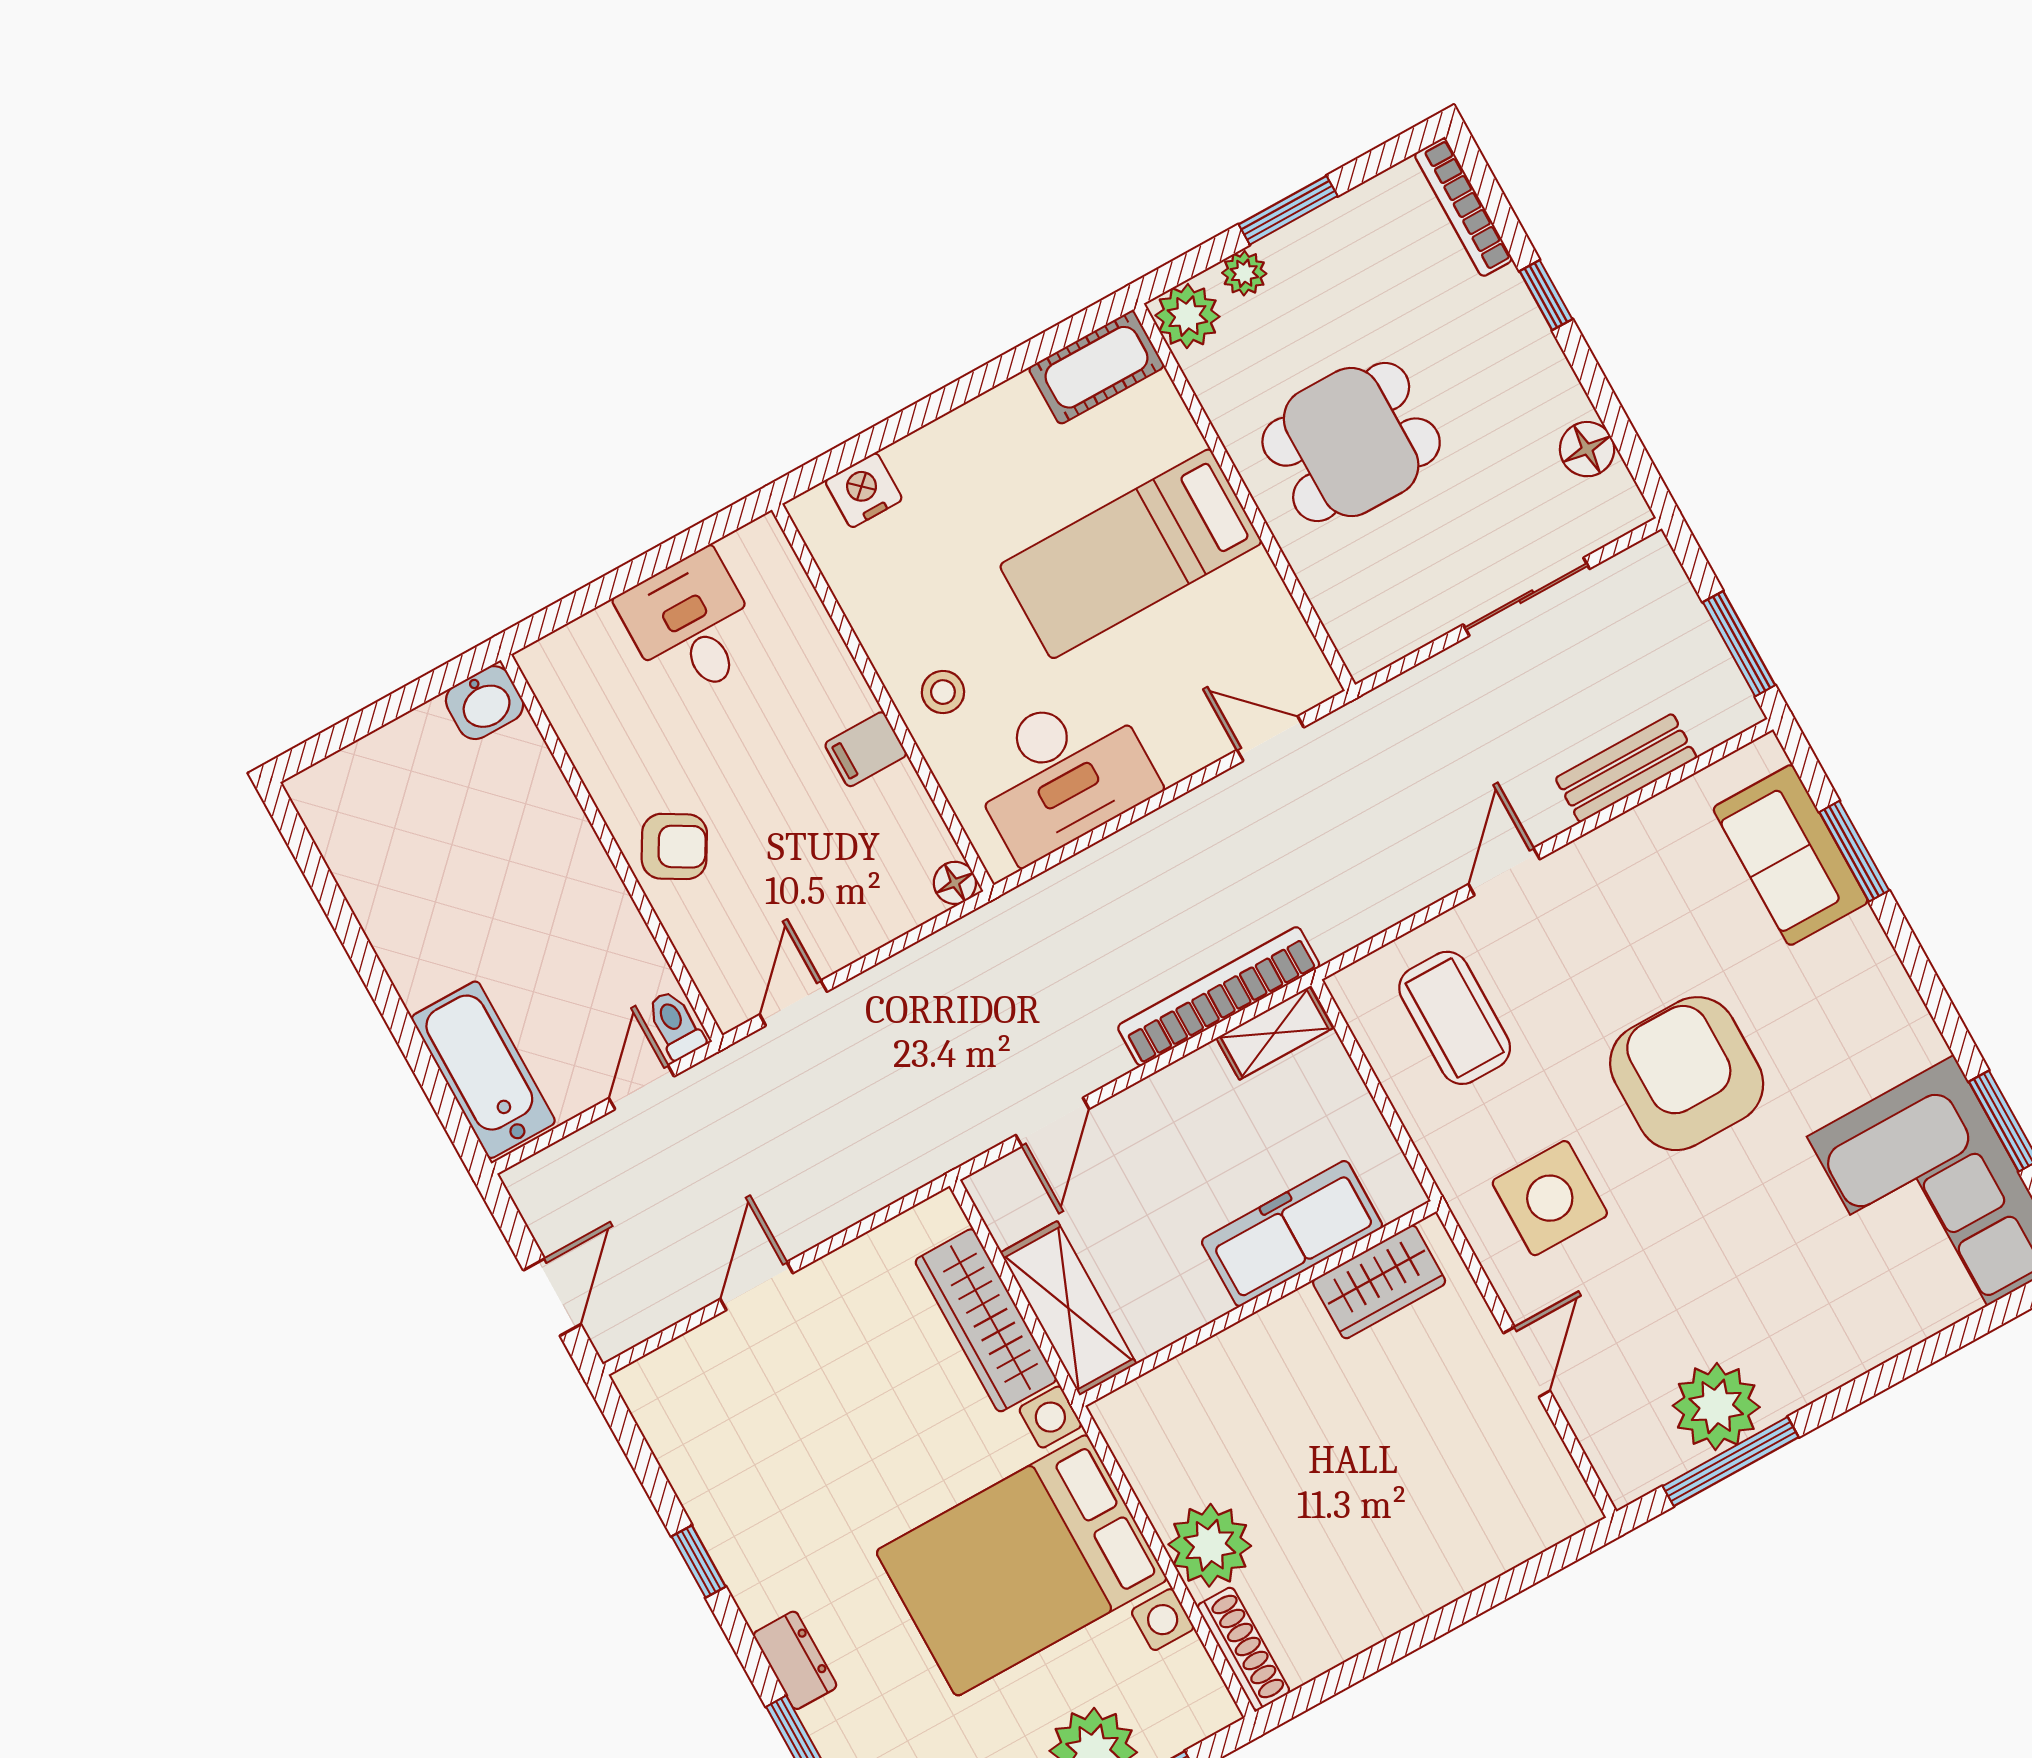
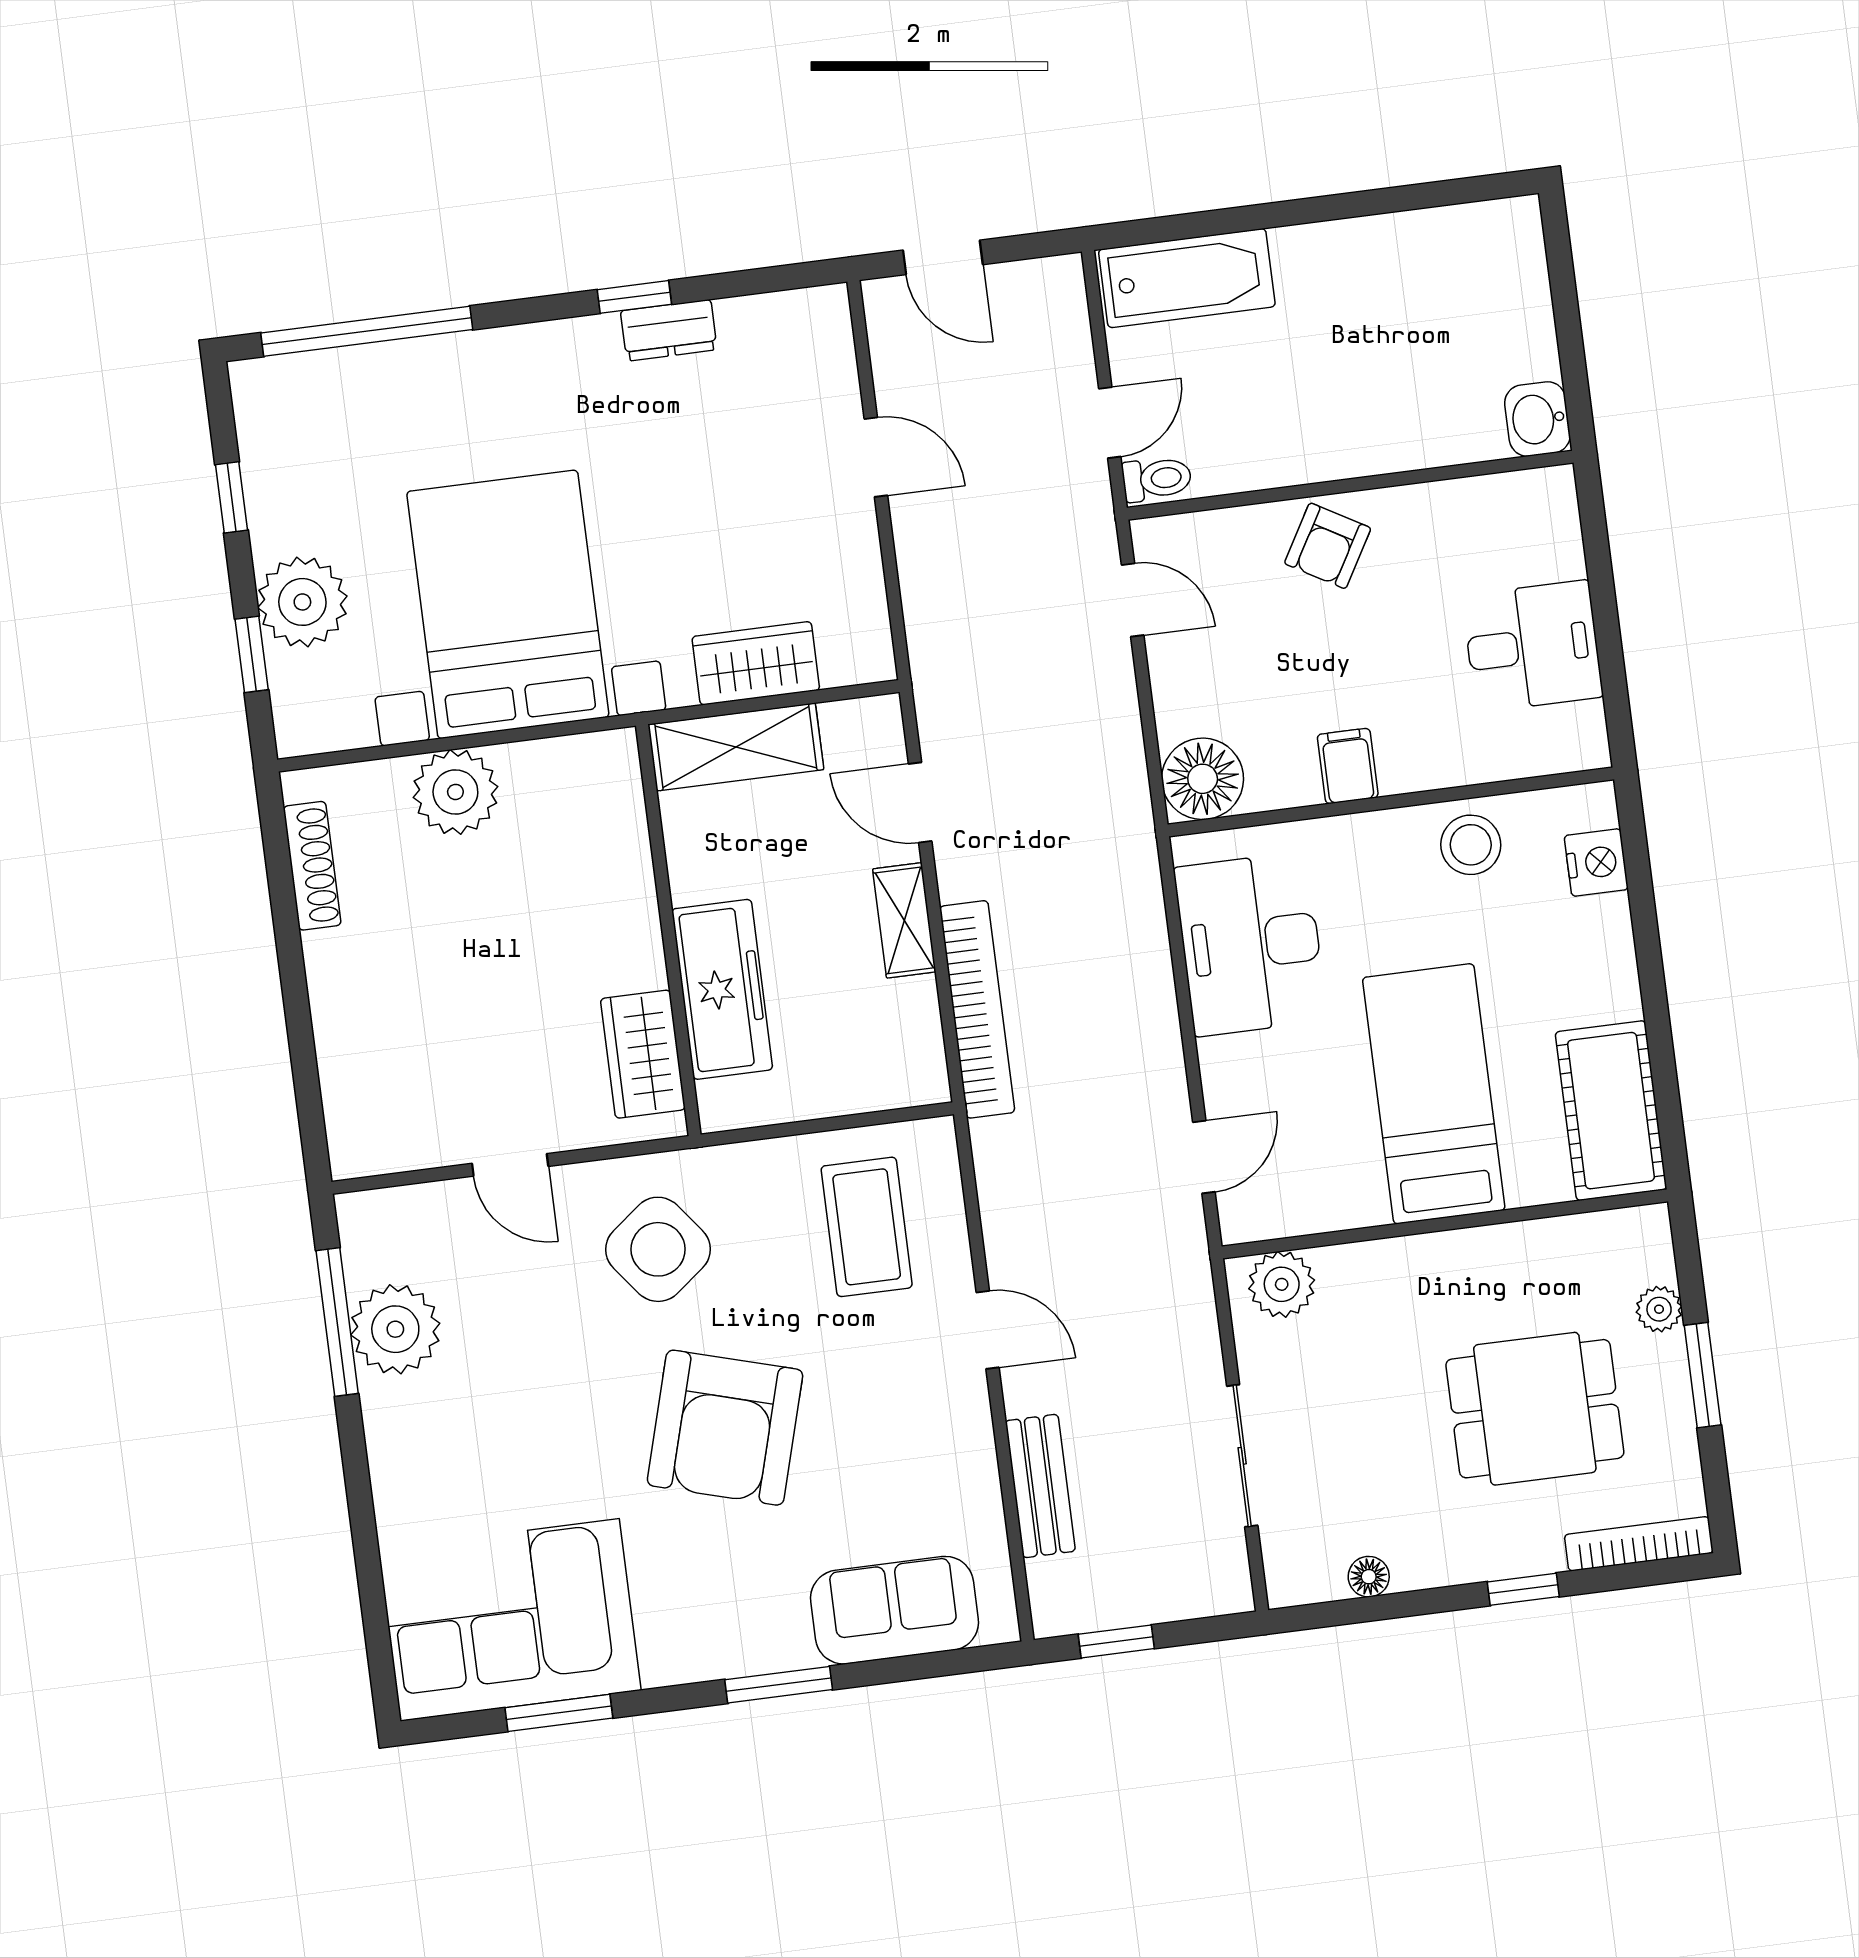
plant: (1187, 316) -> (1282, 1284), moved
cot: (1096, 367) -> (1611, 1111), width x1.37, depth x1.34
dining table: (1351, 442) -> (1535, 1409), moved, turned 90
floor lamp: (1587, 449) -> (1369, 1577), width x0.73, depth x0.73
window: (1739, 644) -> (1116, 1641), width x0.67
stool: (943, 692) -> (1471, 845), moved, width x1.37, depth x1.37
window: (1854, 851) -> (779, 1685), moved
floor lamp: (955, 883) -> (1203, 779), width x1.89, depth x1.89
coffee table: (1455, 1018) -> (867, 1227), turned 90
shelving: (1274, 1033) -> (904, 920), moved
armchair: (1687, 1074) -> (725, 1428), turned 106
door: (641, 1087) -> (1110, 423), hinge flipped
side table: (1550, 1198) -> (658, 1249), turned -38
wardrobe: (986, 1320) -> (756, 663), width x0.67
shoe rack: (1243, 1649) -> (312, 866), moved, turned -90
dresser: (795, 1660) -> (669, 330), moved

